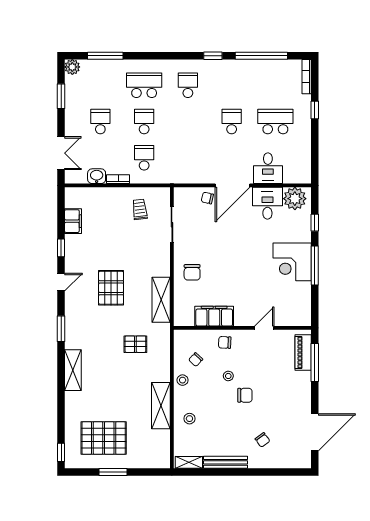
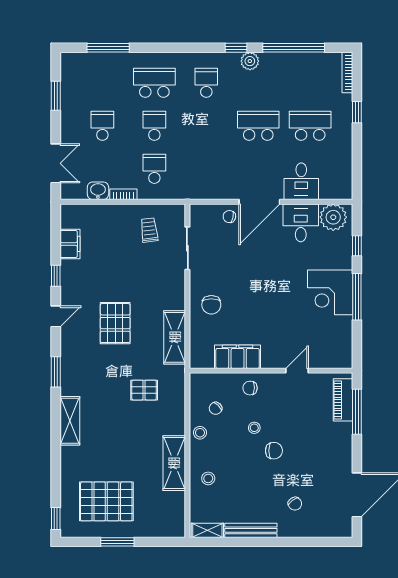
plant: (72, 67) -> (250, 61), moved
school desk: (232, 122) -> (258, 126), width x1.85

